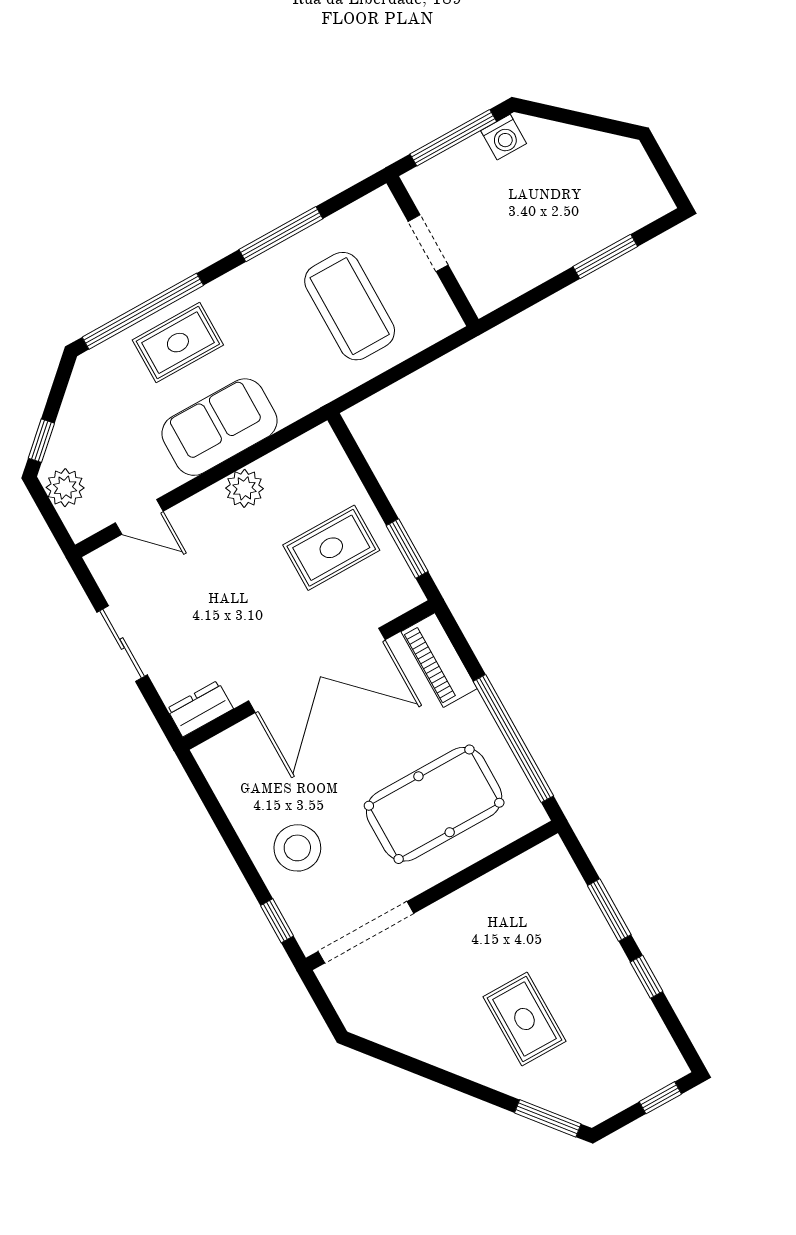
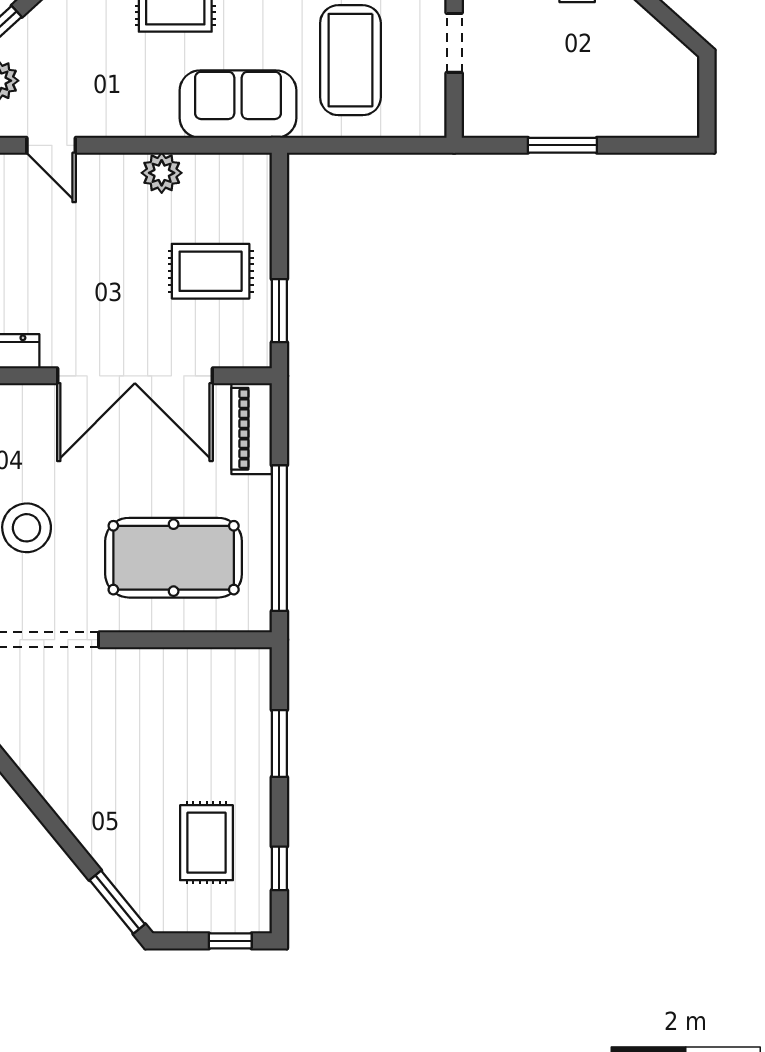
window: (605, 257) -> (562, 145), moved
sofa: (219, 427) -> (238, 104), moved
window: (647, 977) -> (279, 868), moved
rug: (524, 1019) -> (207, 843), moved

